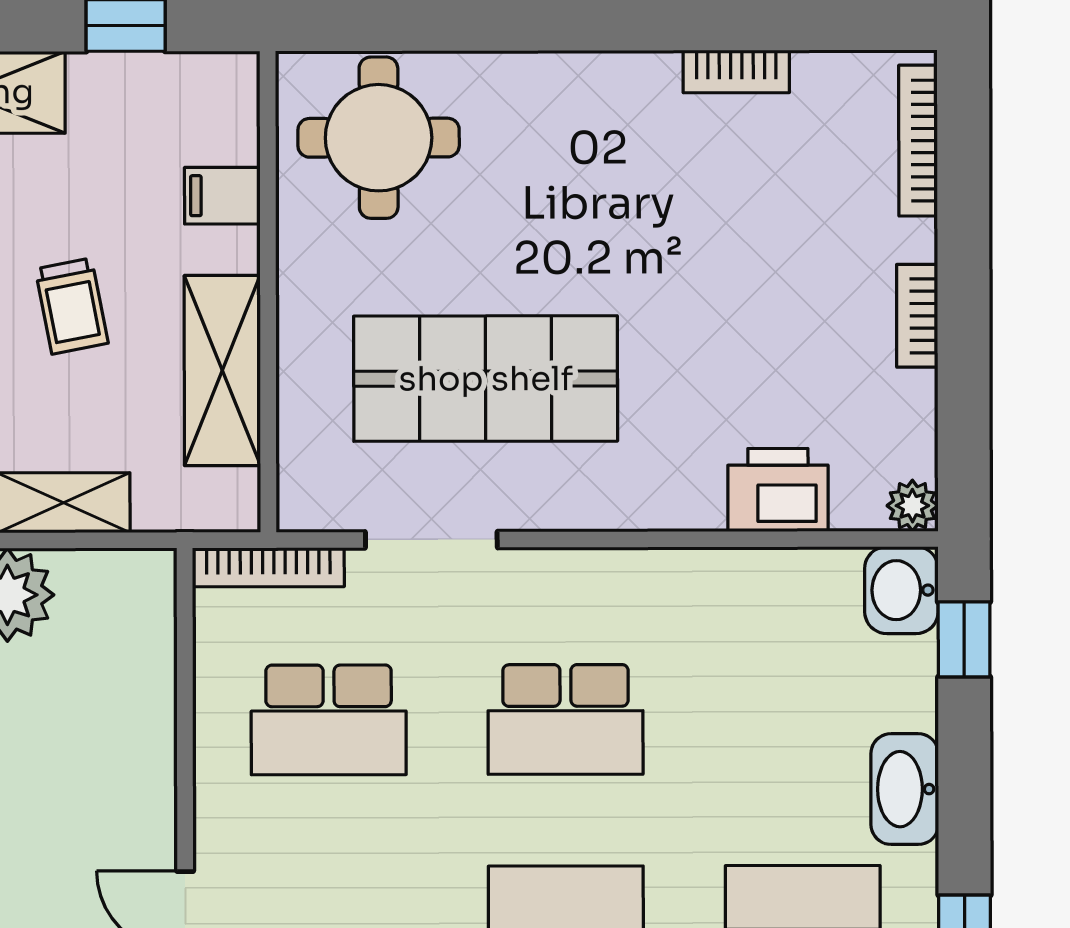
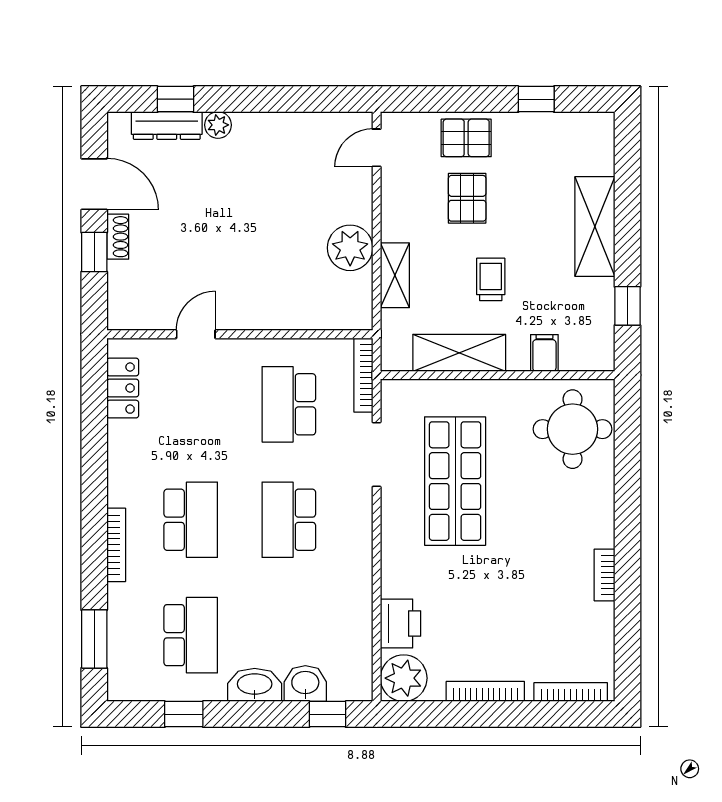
bookcase: (736, 71) -> (605, 575), moved
trolley: (72, 306) -> (491, 279), turned 101
bookcase: (917, 316) -> (485, 691), width x1.56
plant: (912, 506) -> (404, 678), width x1.87, depth x1.87
washbasin: (901, 590) -> (305, 684), moved

